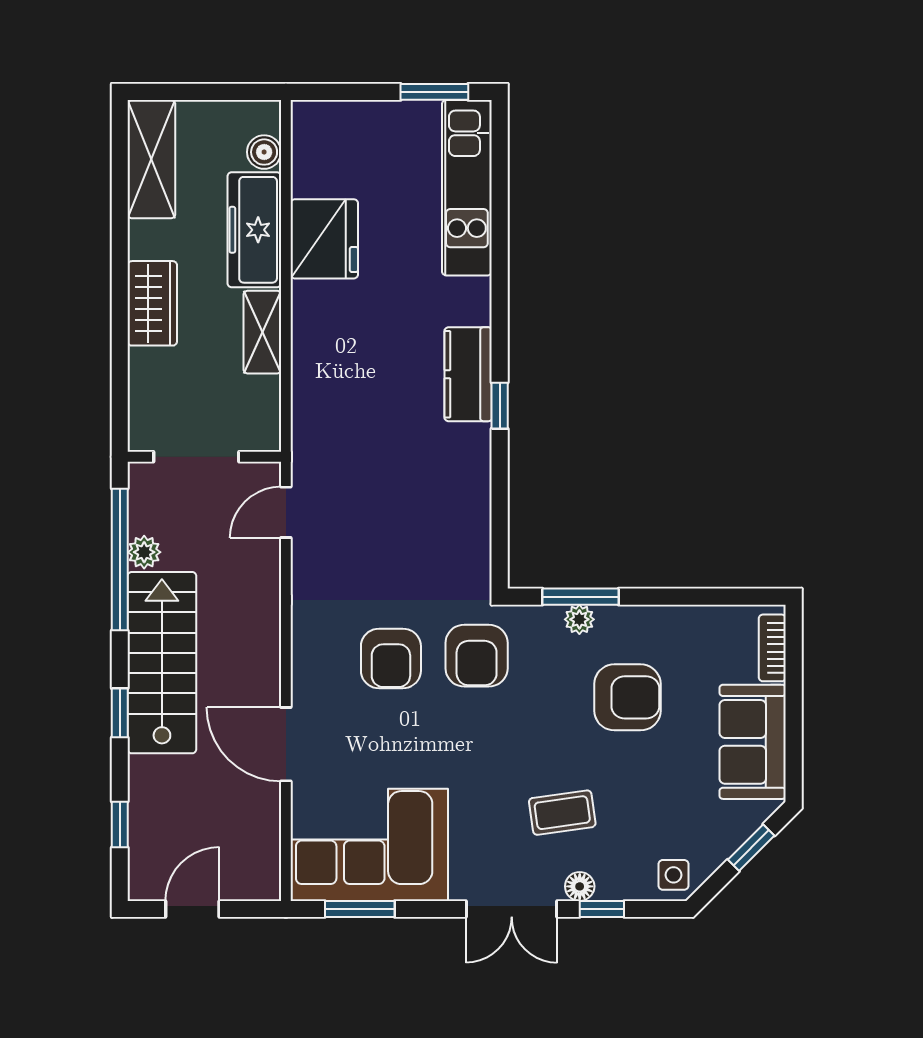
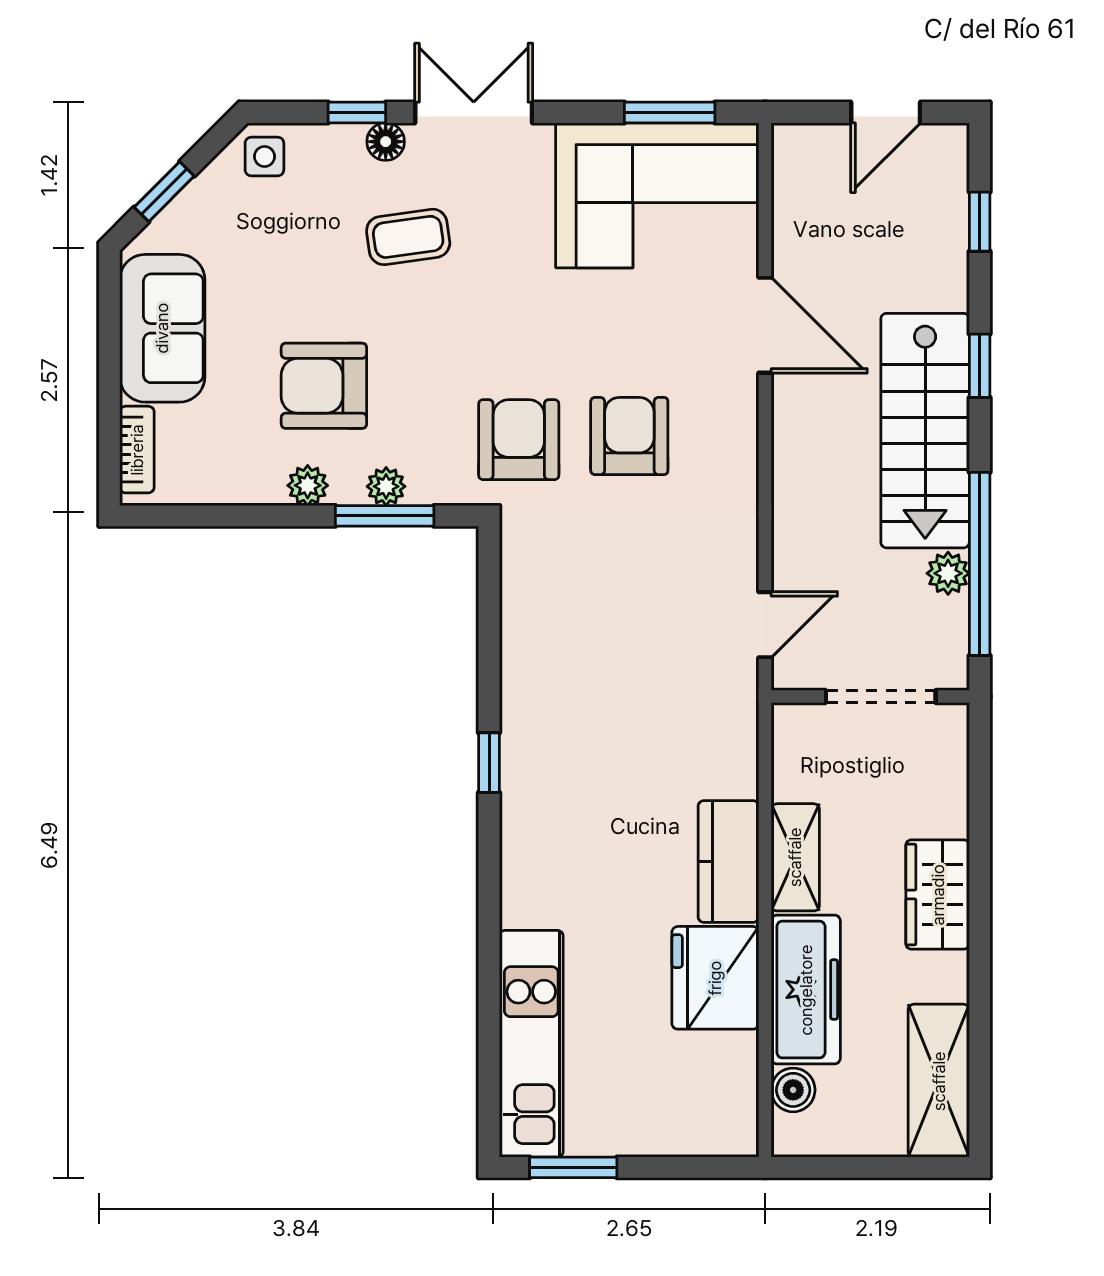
kitchen counter: (468, 374) -> (728, 861), moved, turned 180
plant: (640, 620) -> (308, 485), added

